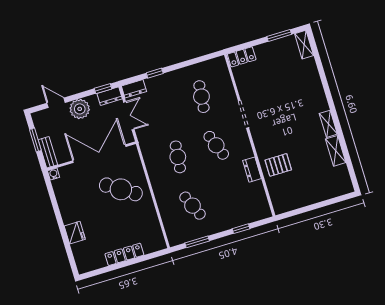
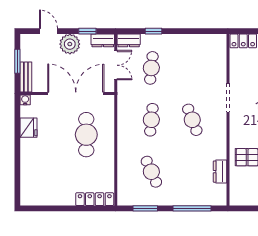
window: (103, 89) -> (87, 31), moved
cafe table: (201, 97) -> (151, 68), moved
dresser: (252, 170) -> (220, 172), moved
cafe table: (121, 189) -> (86, 135), turned 57
window: (241, 229) -> (192, 208), width x2.17
fridge: (75, 233) -> (28, 128), moved
locker: (124, 254) -> (95, 199), moved

